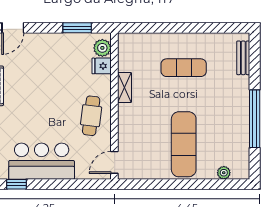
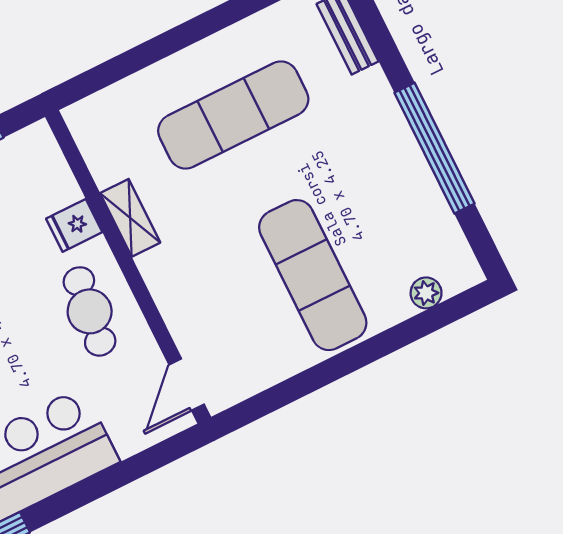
plant: (102, 48) -> (43, 158), removed
fridge: (102, 66) -> (74, 225), moved
exercise mat: (184, 68) -> (233, 115), width x1.36, depth x1.45

